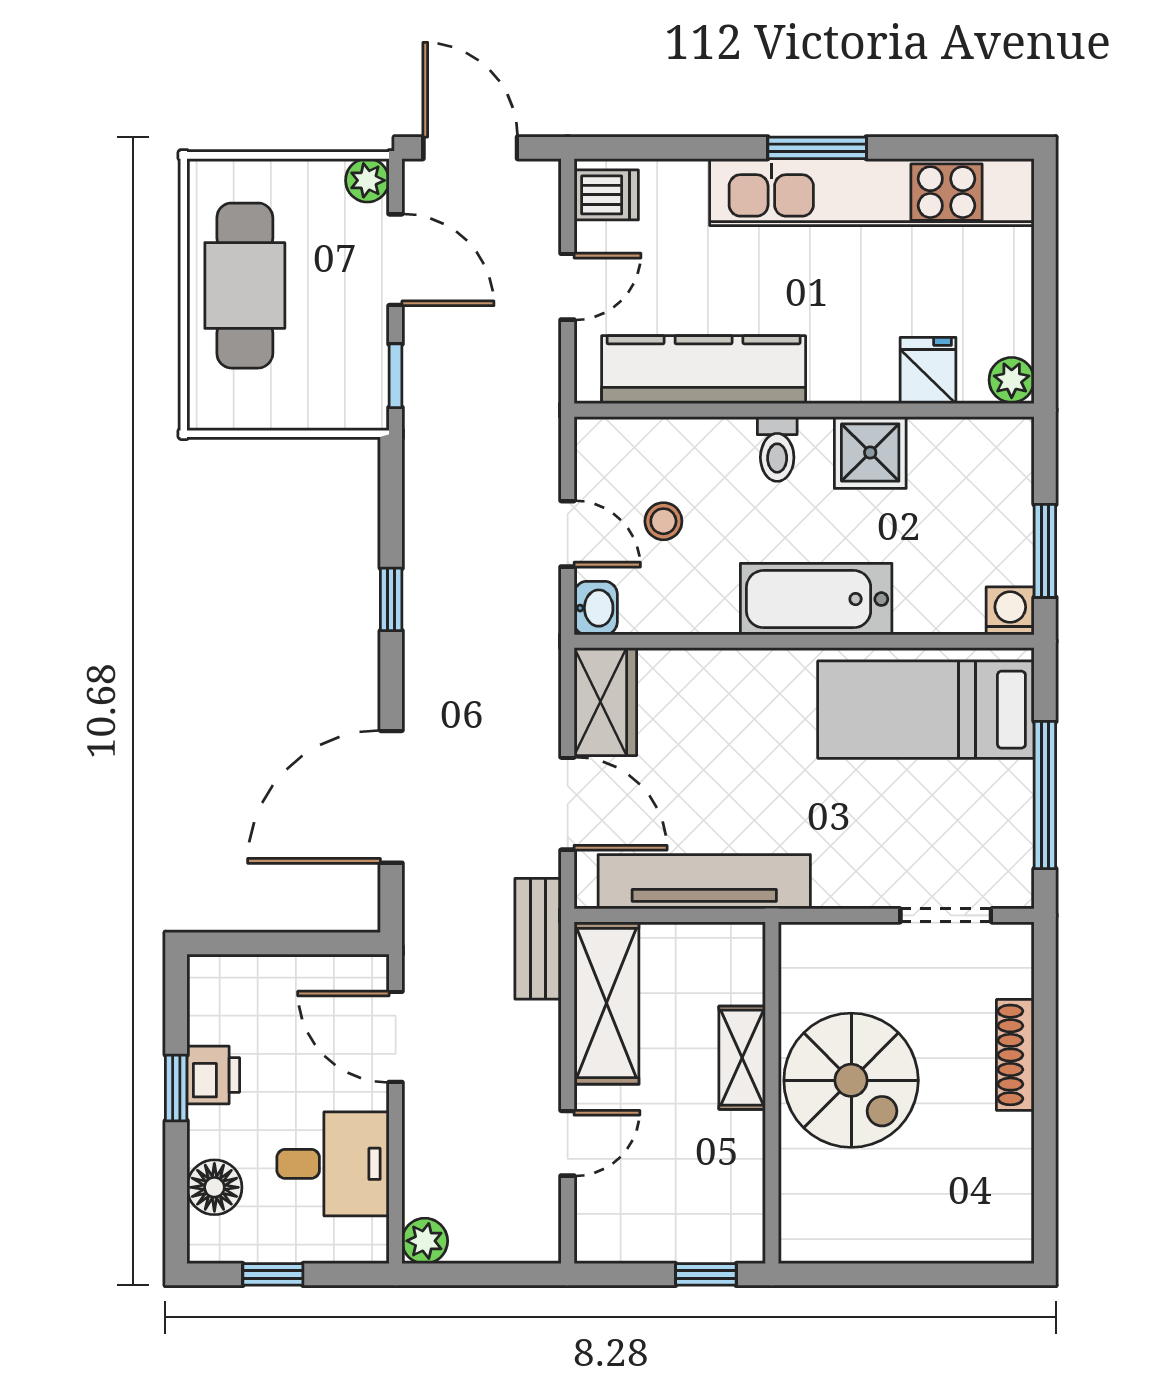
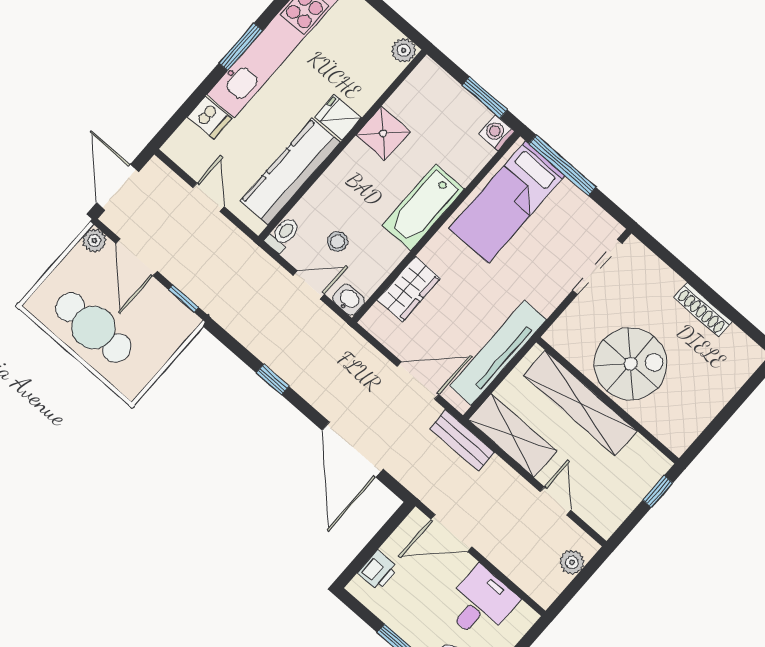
door: (470, 148) -> (118, 187), hinge flipped
dishwasher: (606, 195) -> (210, 117), moved, turned 90
door: (396, 260) -> (137, 257), swing flipped
fridge: (928, 370) -> (338, 117), moved
toilet: (777, 449) -> (283, 235), moved, turned -90
wardrobe: (605, 702) -> (409, 289), moved, turned 90
window: (1045, 795) -> (562, 165), moved
doorway: (946, 915) -> (597, 267), width x1.38
shoe rack: (1015, 1055) -> (703, 309), moved
shelving: (742, 1058) -> (580, 403), width x2.20, depth x1.33
printer: (213, 1075) -> (378, 571), moved, turned 90
plant: (425, 1241) -> (572, 562), moved

